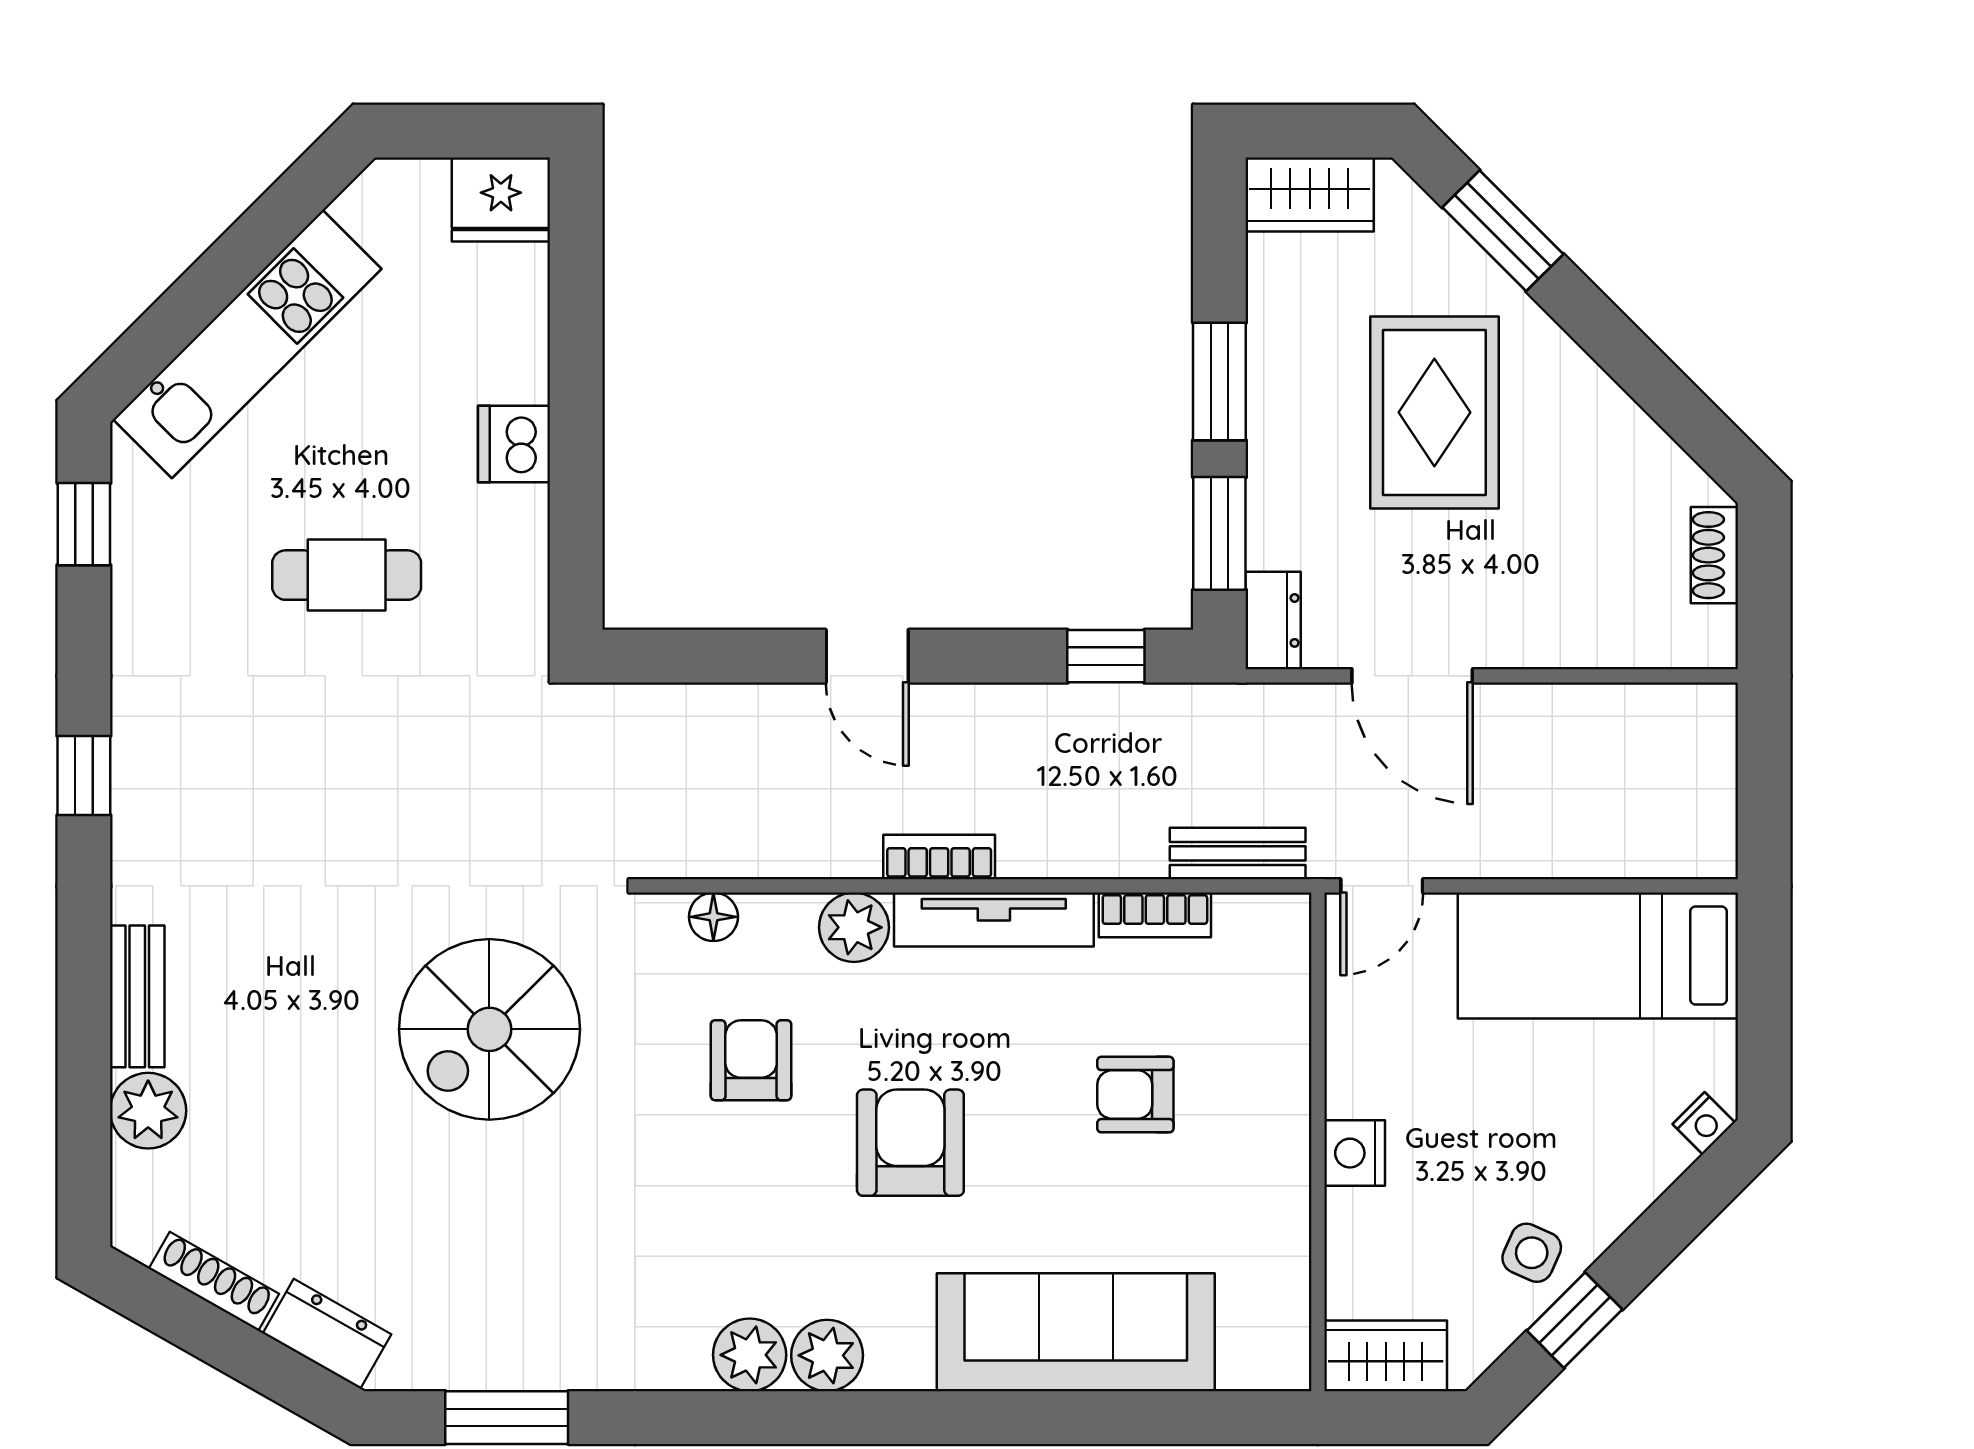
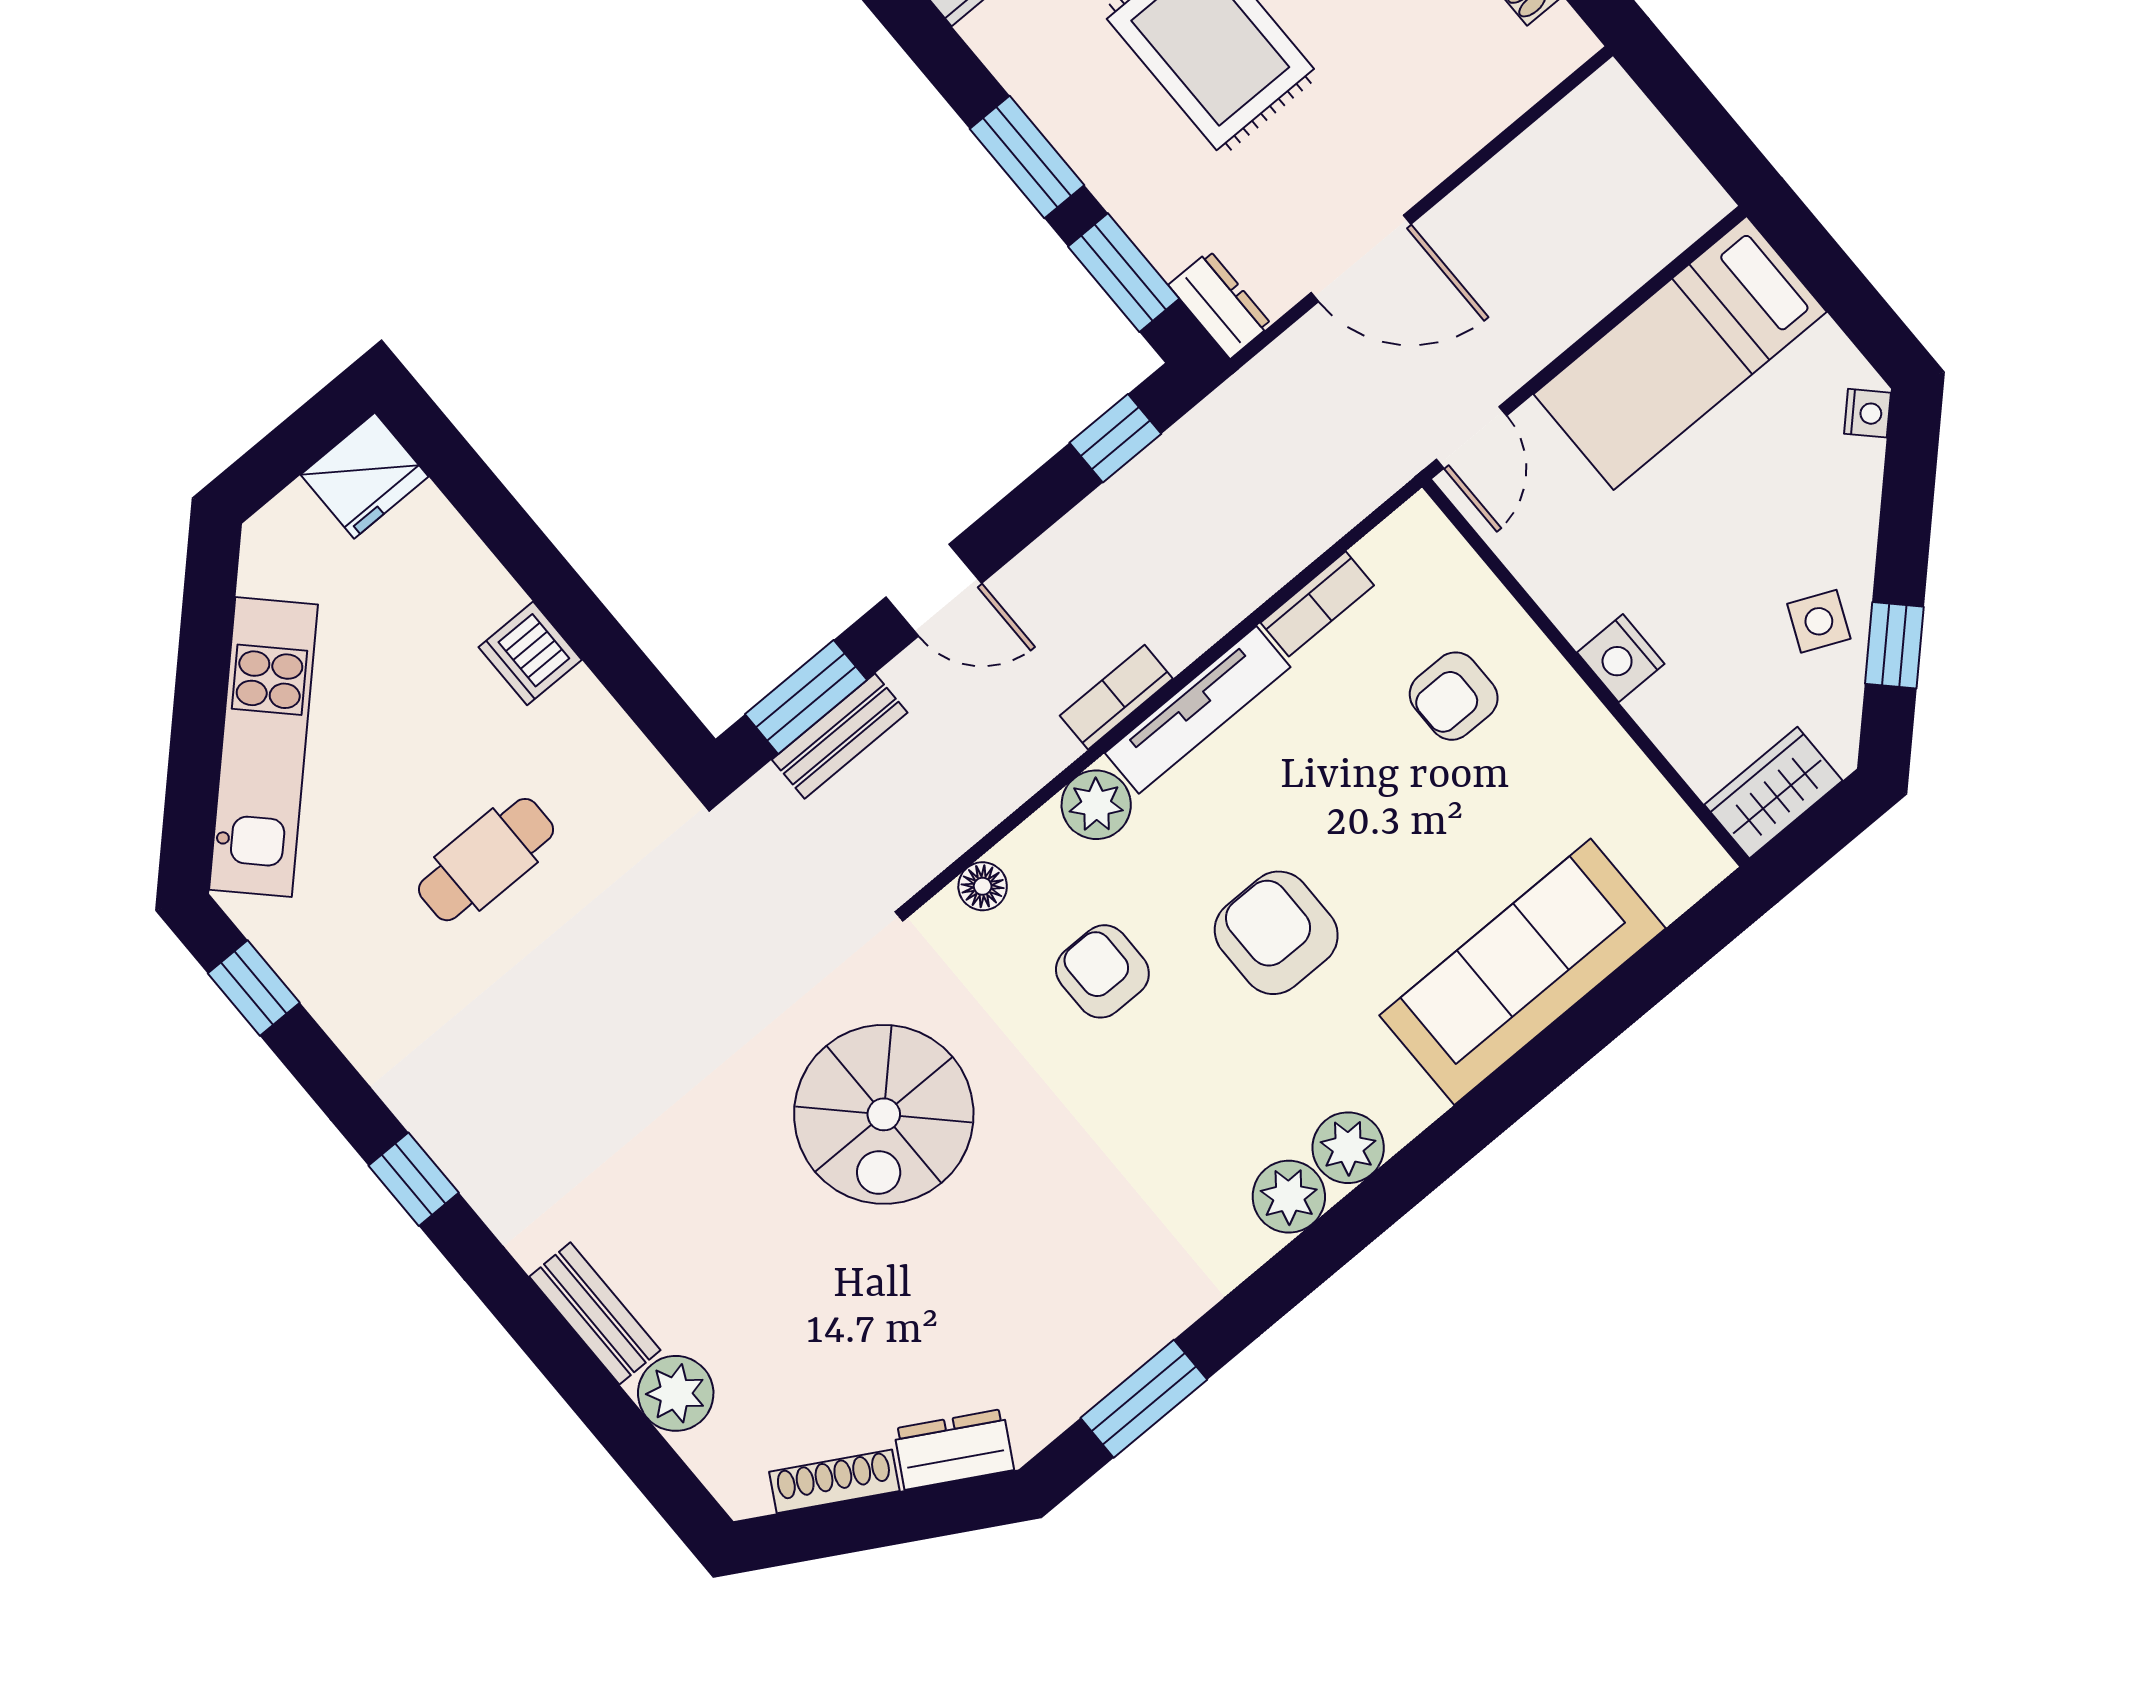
window: (699, 656) -> (806, 697), added
bench: (1238, 853) -> (840, 736), moved
armchair: (1135, 1095) -> (1454, 696), moved

